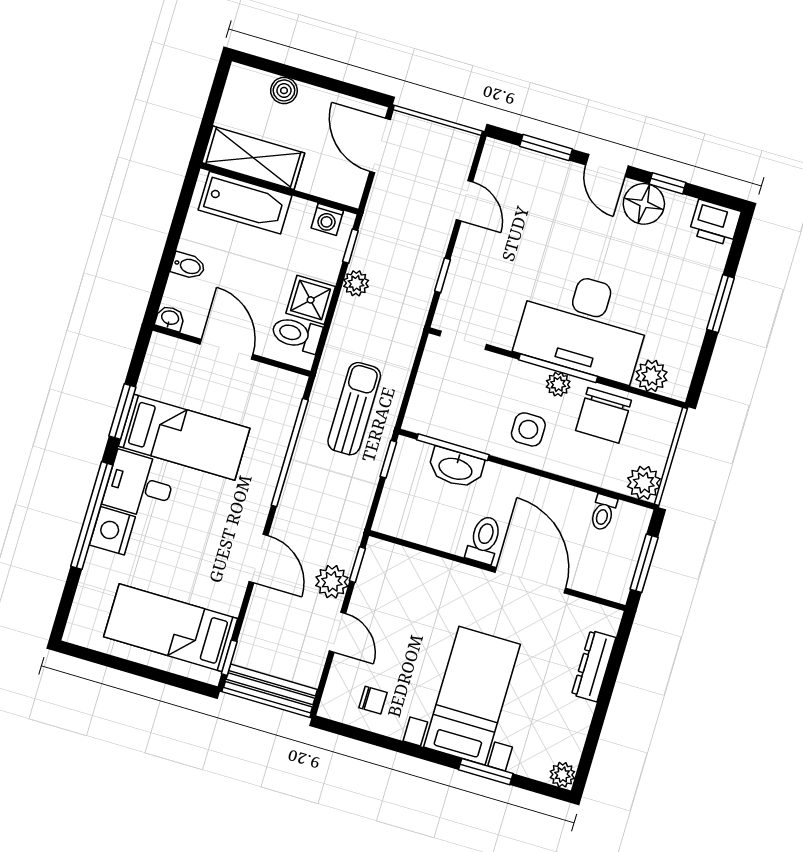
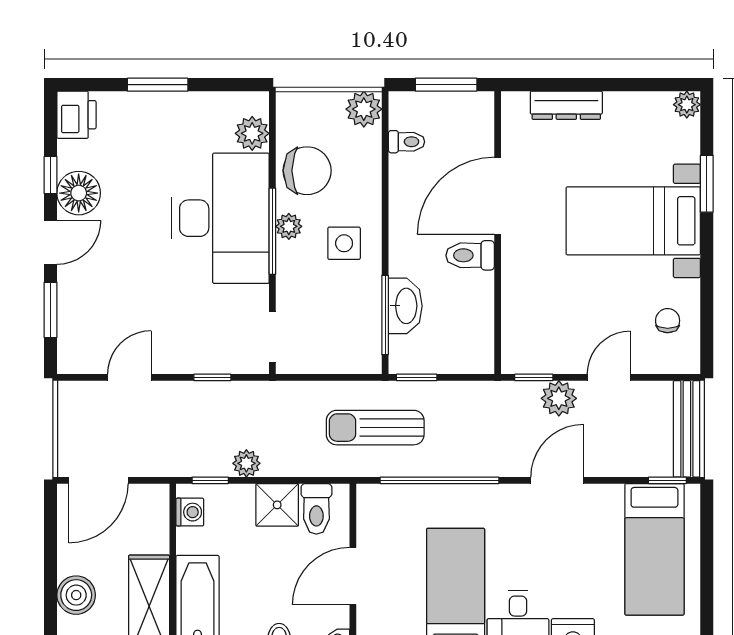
boiler: (284, 90) -> (76, 595), width x1.36, depth x1.36

